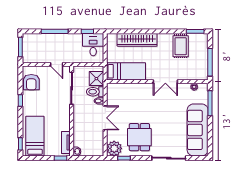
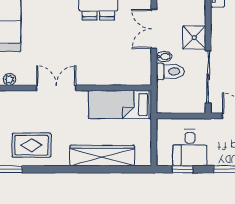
desk: (93, 45) -> (190, 148), moved
rug: (181, 46) -> (31, 145), turned 90
shower: (96, 79) -> (194, 38), moved

